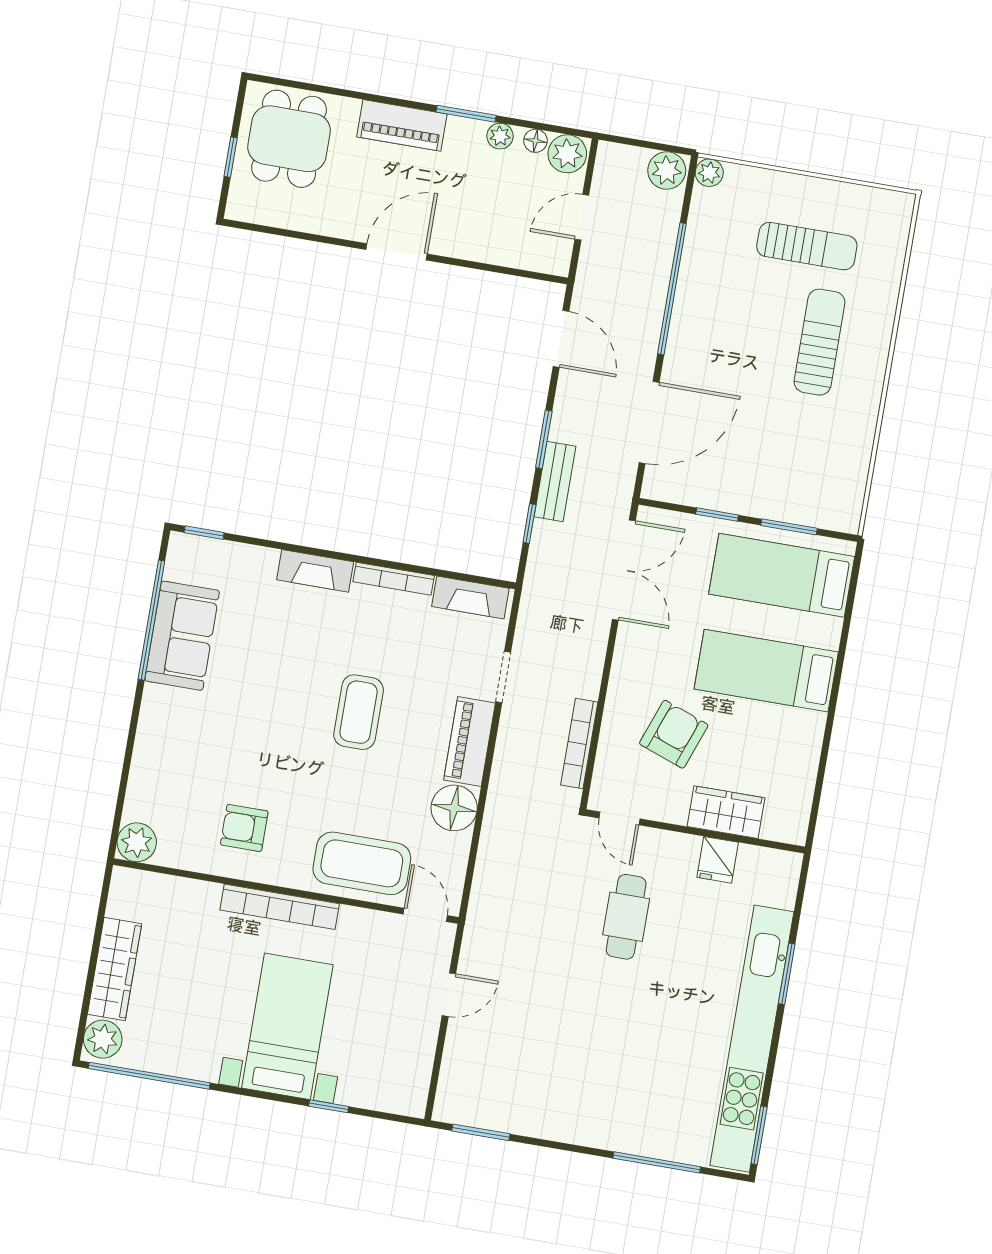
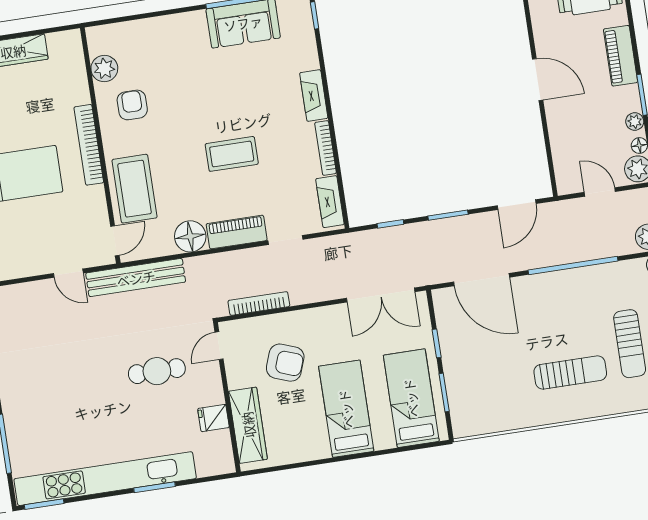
bench: (555, 481) -> (136, 278), moved, width x1.86, depth x1.21
wardrobe: (726, 812) -> (248, 425), width x1.50
plant: (137, 842) -> (104, 69), moved

